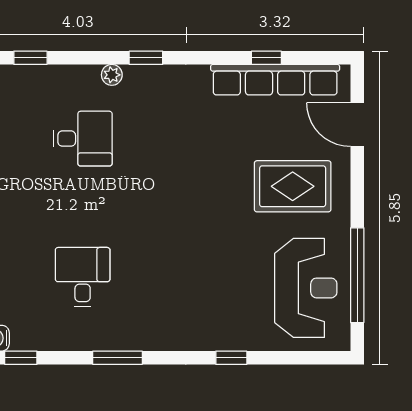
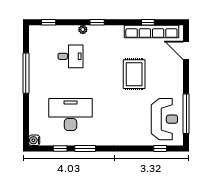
rug: (293, 186) -> (134, 74), moved, turned 90
desk: (83, 277) -> (71, 115), width x1.87, depth x1.30
window: (21, 358) -> (60, 149), moved
window: (231, 358) -> (160, 149), moved

